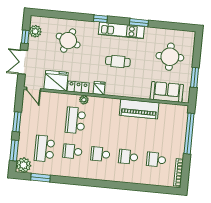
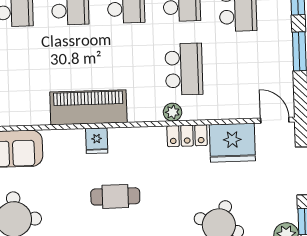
fridge: (99, 88) -> (97, 141), moved
piano: (139, 109) -> (88, 107), moved

